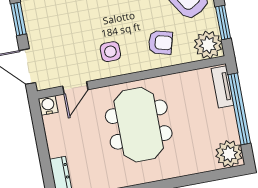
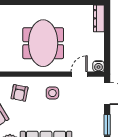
armchair: (160, 42) -> (20, 93), turned -94

